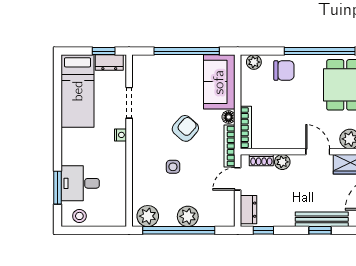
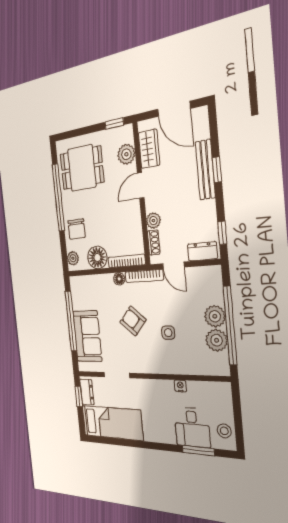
chair: (284, 70) -> (77, 229), turned 180
sofa: (219, 82) -> (87, 336), moved, turned -90
floor lamp: (252, 93) -> (97, 258), added
nightstand: (121, 135) -> (180, 386), moved
plant: (148, 216) -> (217, 340), moved

